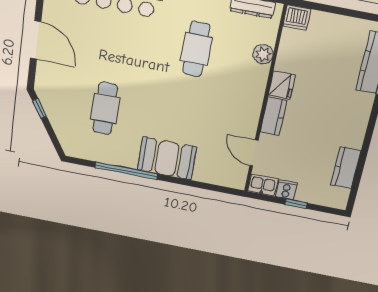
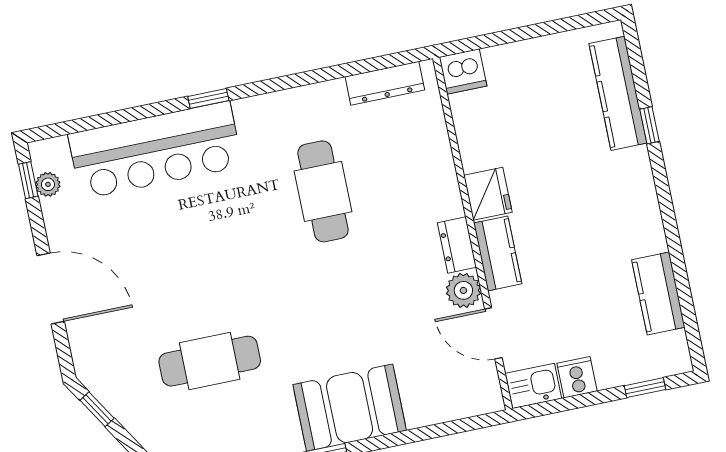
plant: (263, 54) -> (463, 290), moved
dresser: (254, 104) -> (457, 245), added
cafe table: (105, 108) -> (210, 361), turned 90
window: (296, 204) -> (645, 388), moved

